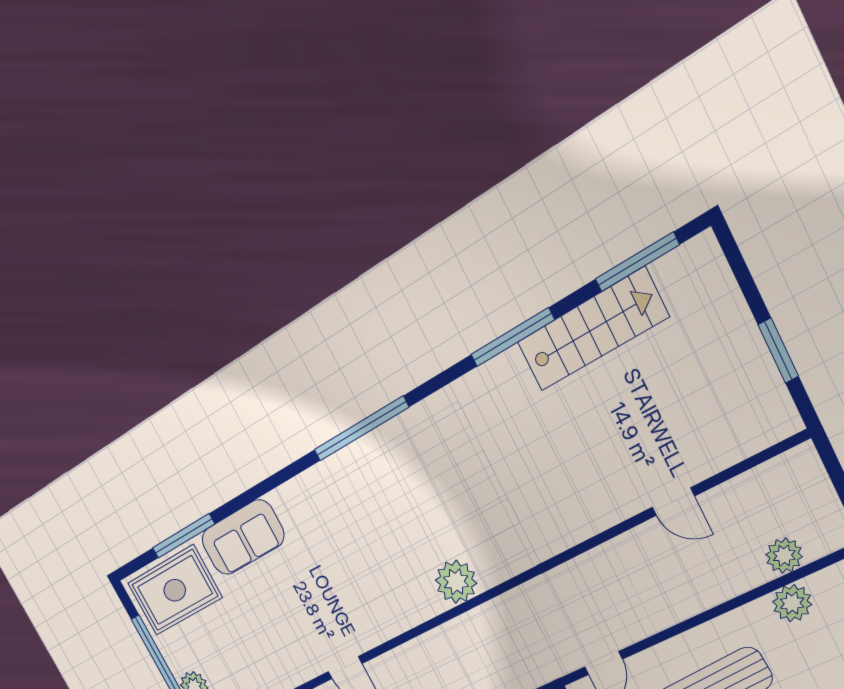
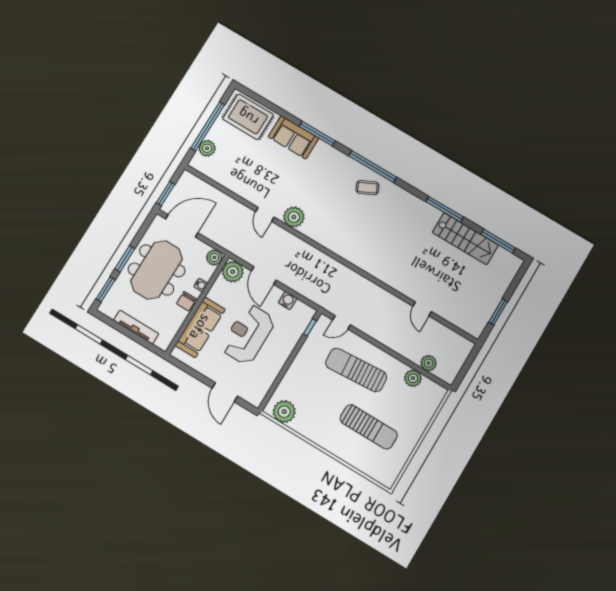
coffee table: (393, 462) -> (367, 188), added
window: (183, 536) -> (317, 134), moved
plant: (456, 582) -> (294, 217), moved

